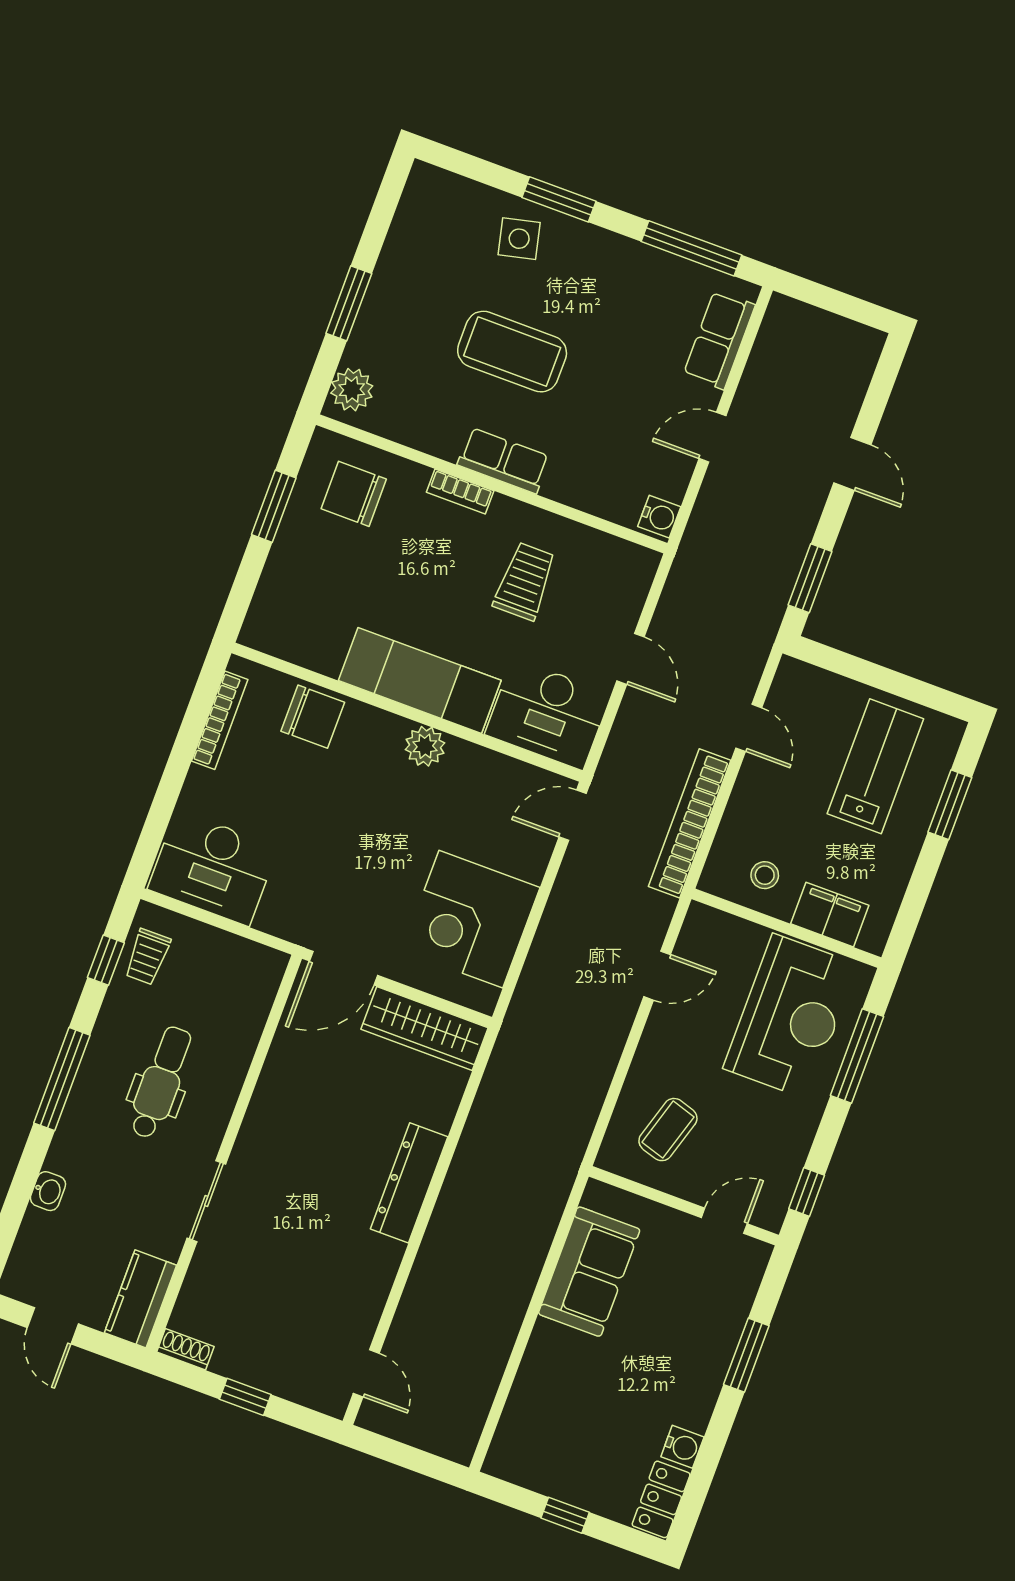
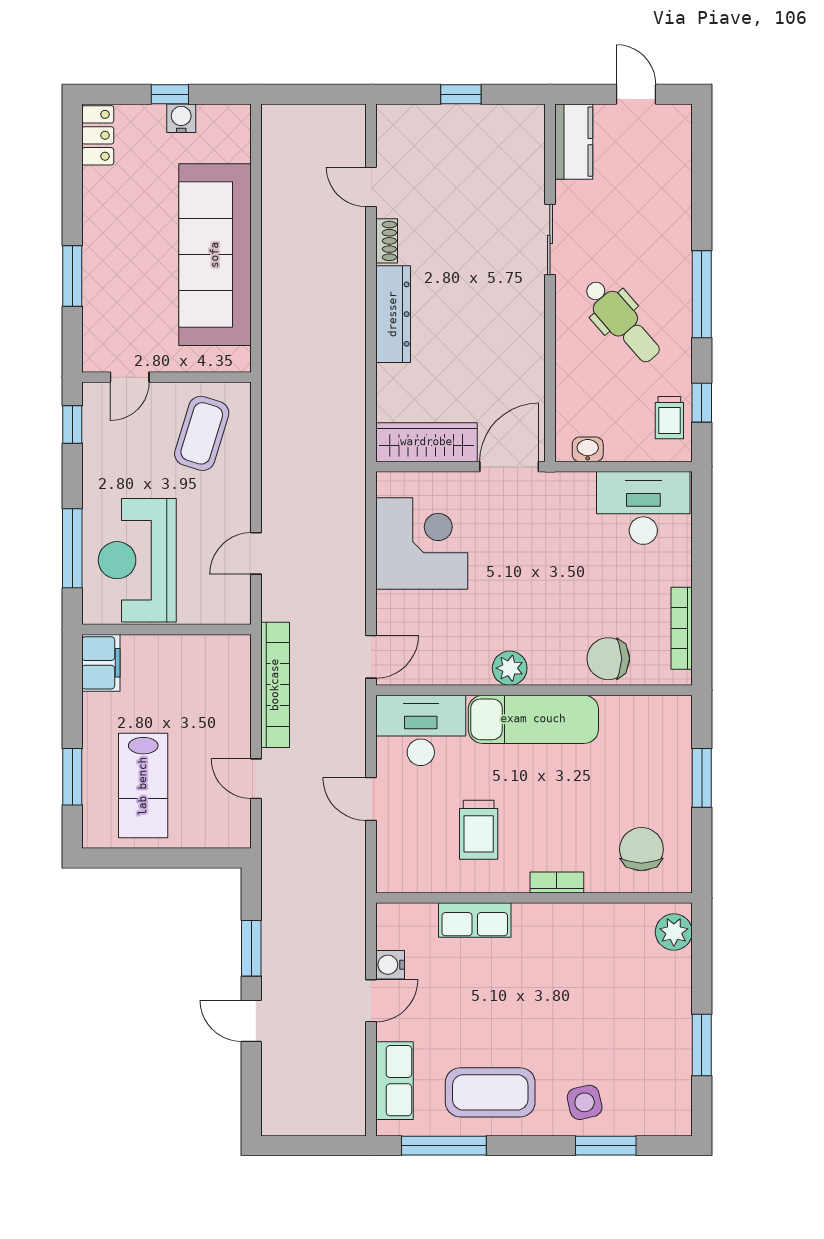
window: (559, 199) -> (606, 1146), moved
window: (349, 303) -> (702, 1045), moved
coffee table: (512, 352) -> (490, 1092), moved
row of seats: (504, 461) -> (475, 920), moved
chair: (354, 494) -> (641, 849), turned -90
window: (274, 506) -> (702, 778), moved
water cooler: (659, 517) -> (390, 965), moved
window: (810, 578) -> (251, 948), moved
stool: (765, 875) -> (200, 666), removed
filing cabinet: (830, 915) -> (101, 663), moved, turned -90
trolley: (147, 957) -> (669, 418), turned 180
dental chair: (161, 1082) -> (622, 321), turned -41
coffee table: (668, 1130) -> (202, 433), width x1.36, depth x1.30
washbasin: (48, 1191) -> (588, 449), moved, turned 90
sofa: (589, 1272) -> (215, 255), width x1.85, depth x1.27
shoe rack: (185, 1349) -> (387, 241), moved, turned -90
door: (366, 1373) -> (371, 187), moved
water cooler: (682, 1447) -> (181, 118), moved, turned 90

